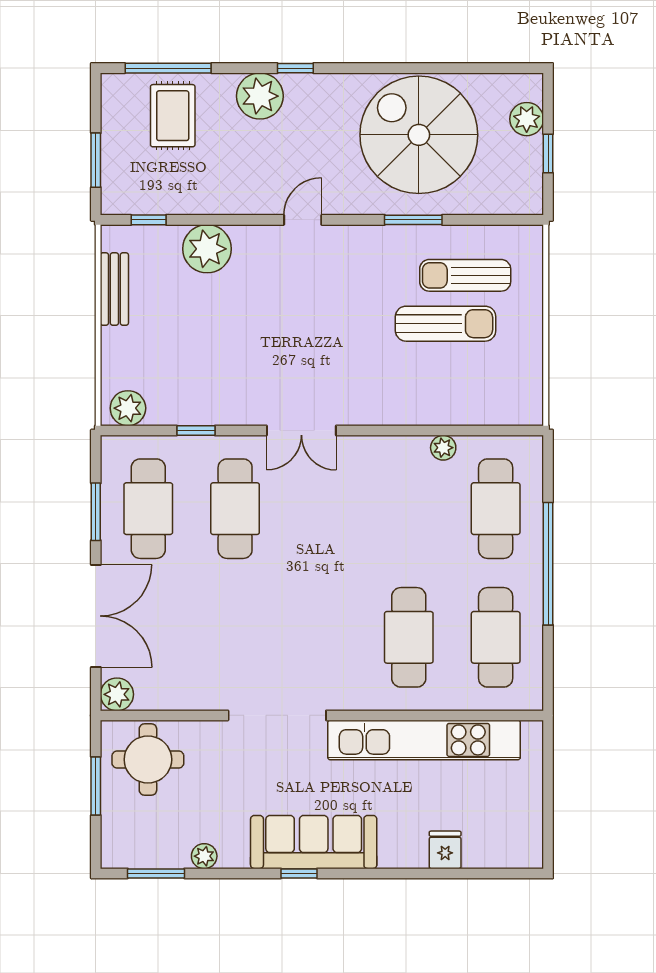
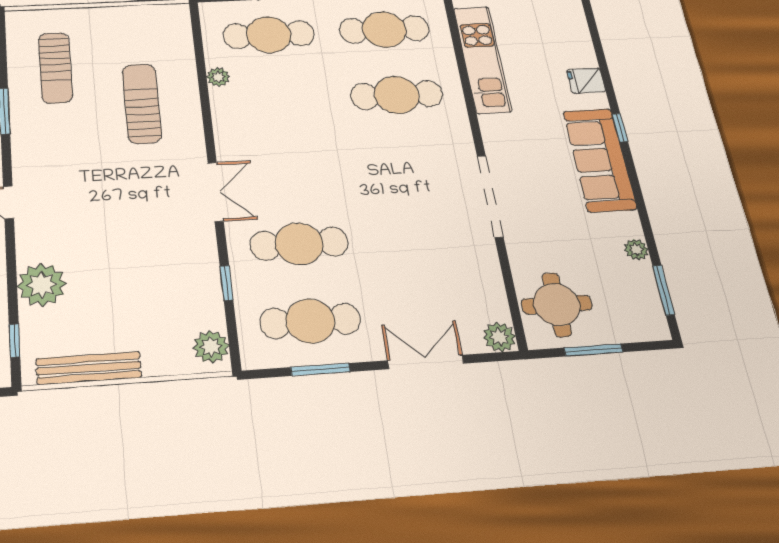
bench: (114, 289) -> (89, 368), width x1.36
sun lounger: (446, 324) -> (142, 103), moved
double door: (96, 616) -> (426, 362), width x0.73
kitchen unit: (424, 740) -> (482, 59), width x0.73
fridge: (445, 850) -> (586, 81), moved
window: (299, 873) -> (620, 128), moved

